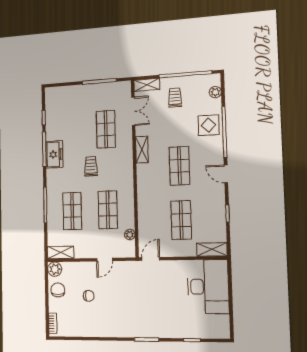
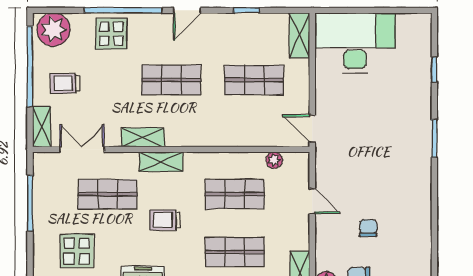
plant: (215, 92) -> (54, 30), width x1.88, depth x1.88
display table: (71, 112) -> (77, 251), added
shelving: (127, 162) -> (161, 162), added

